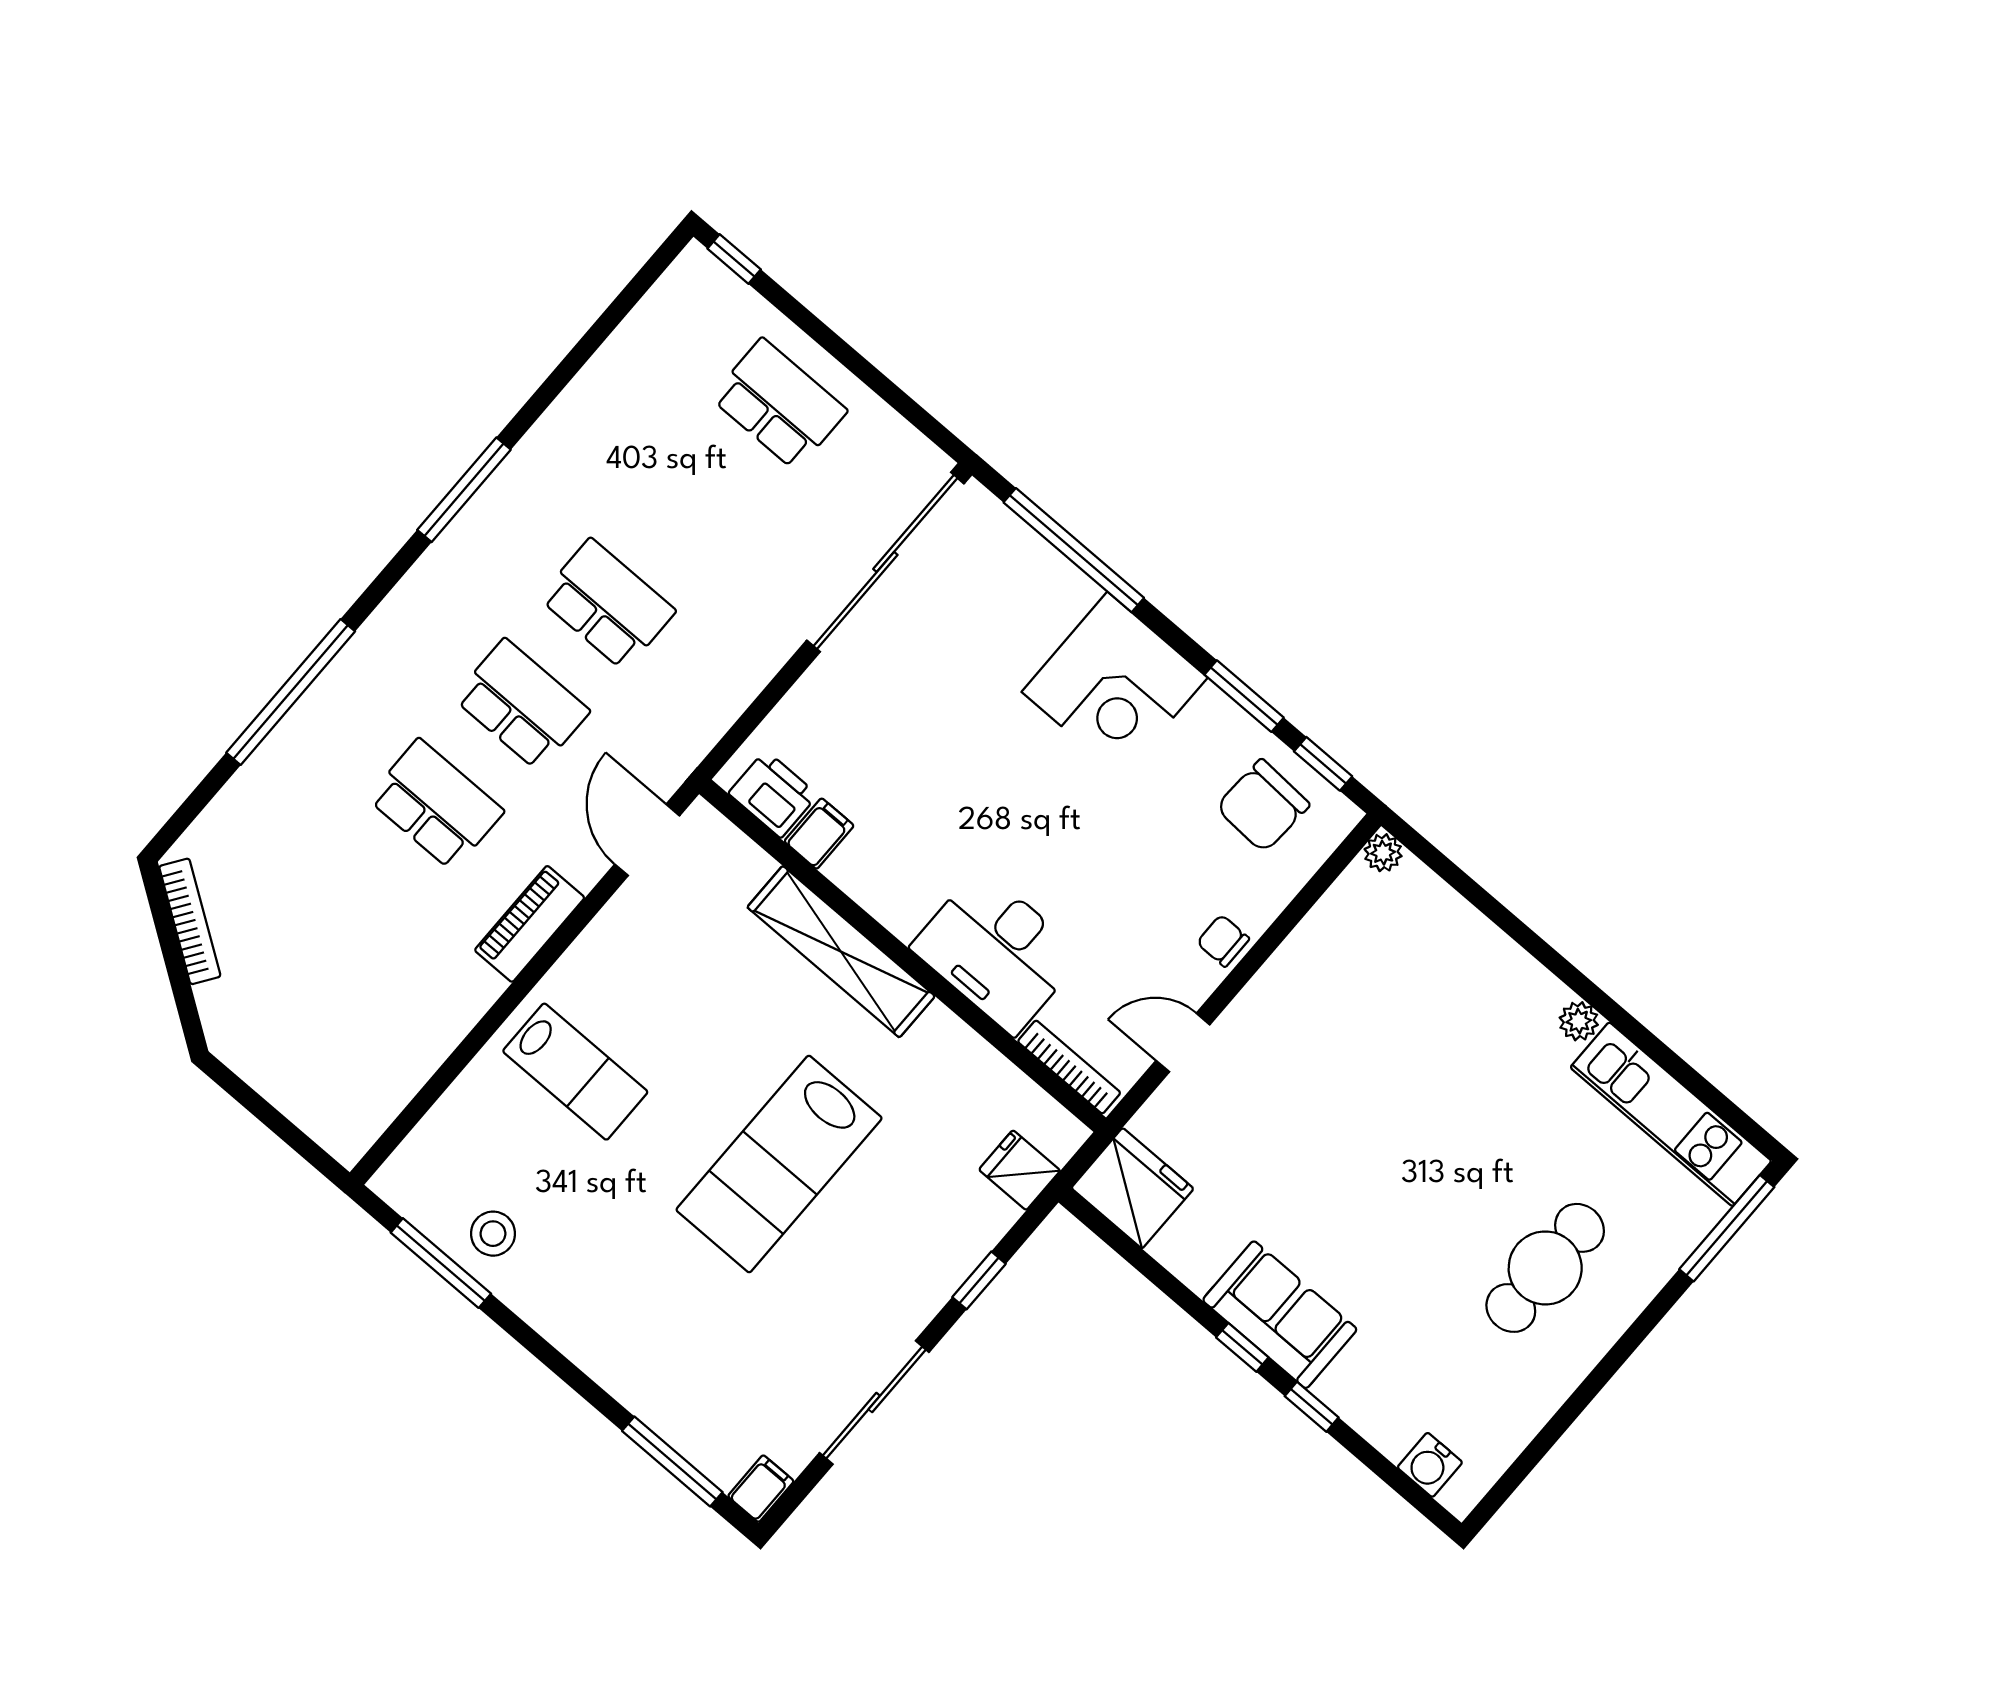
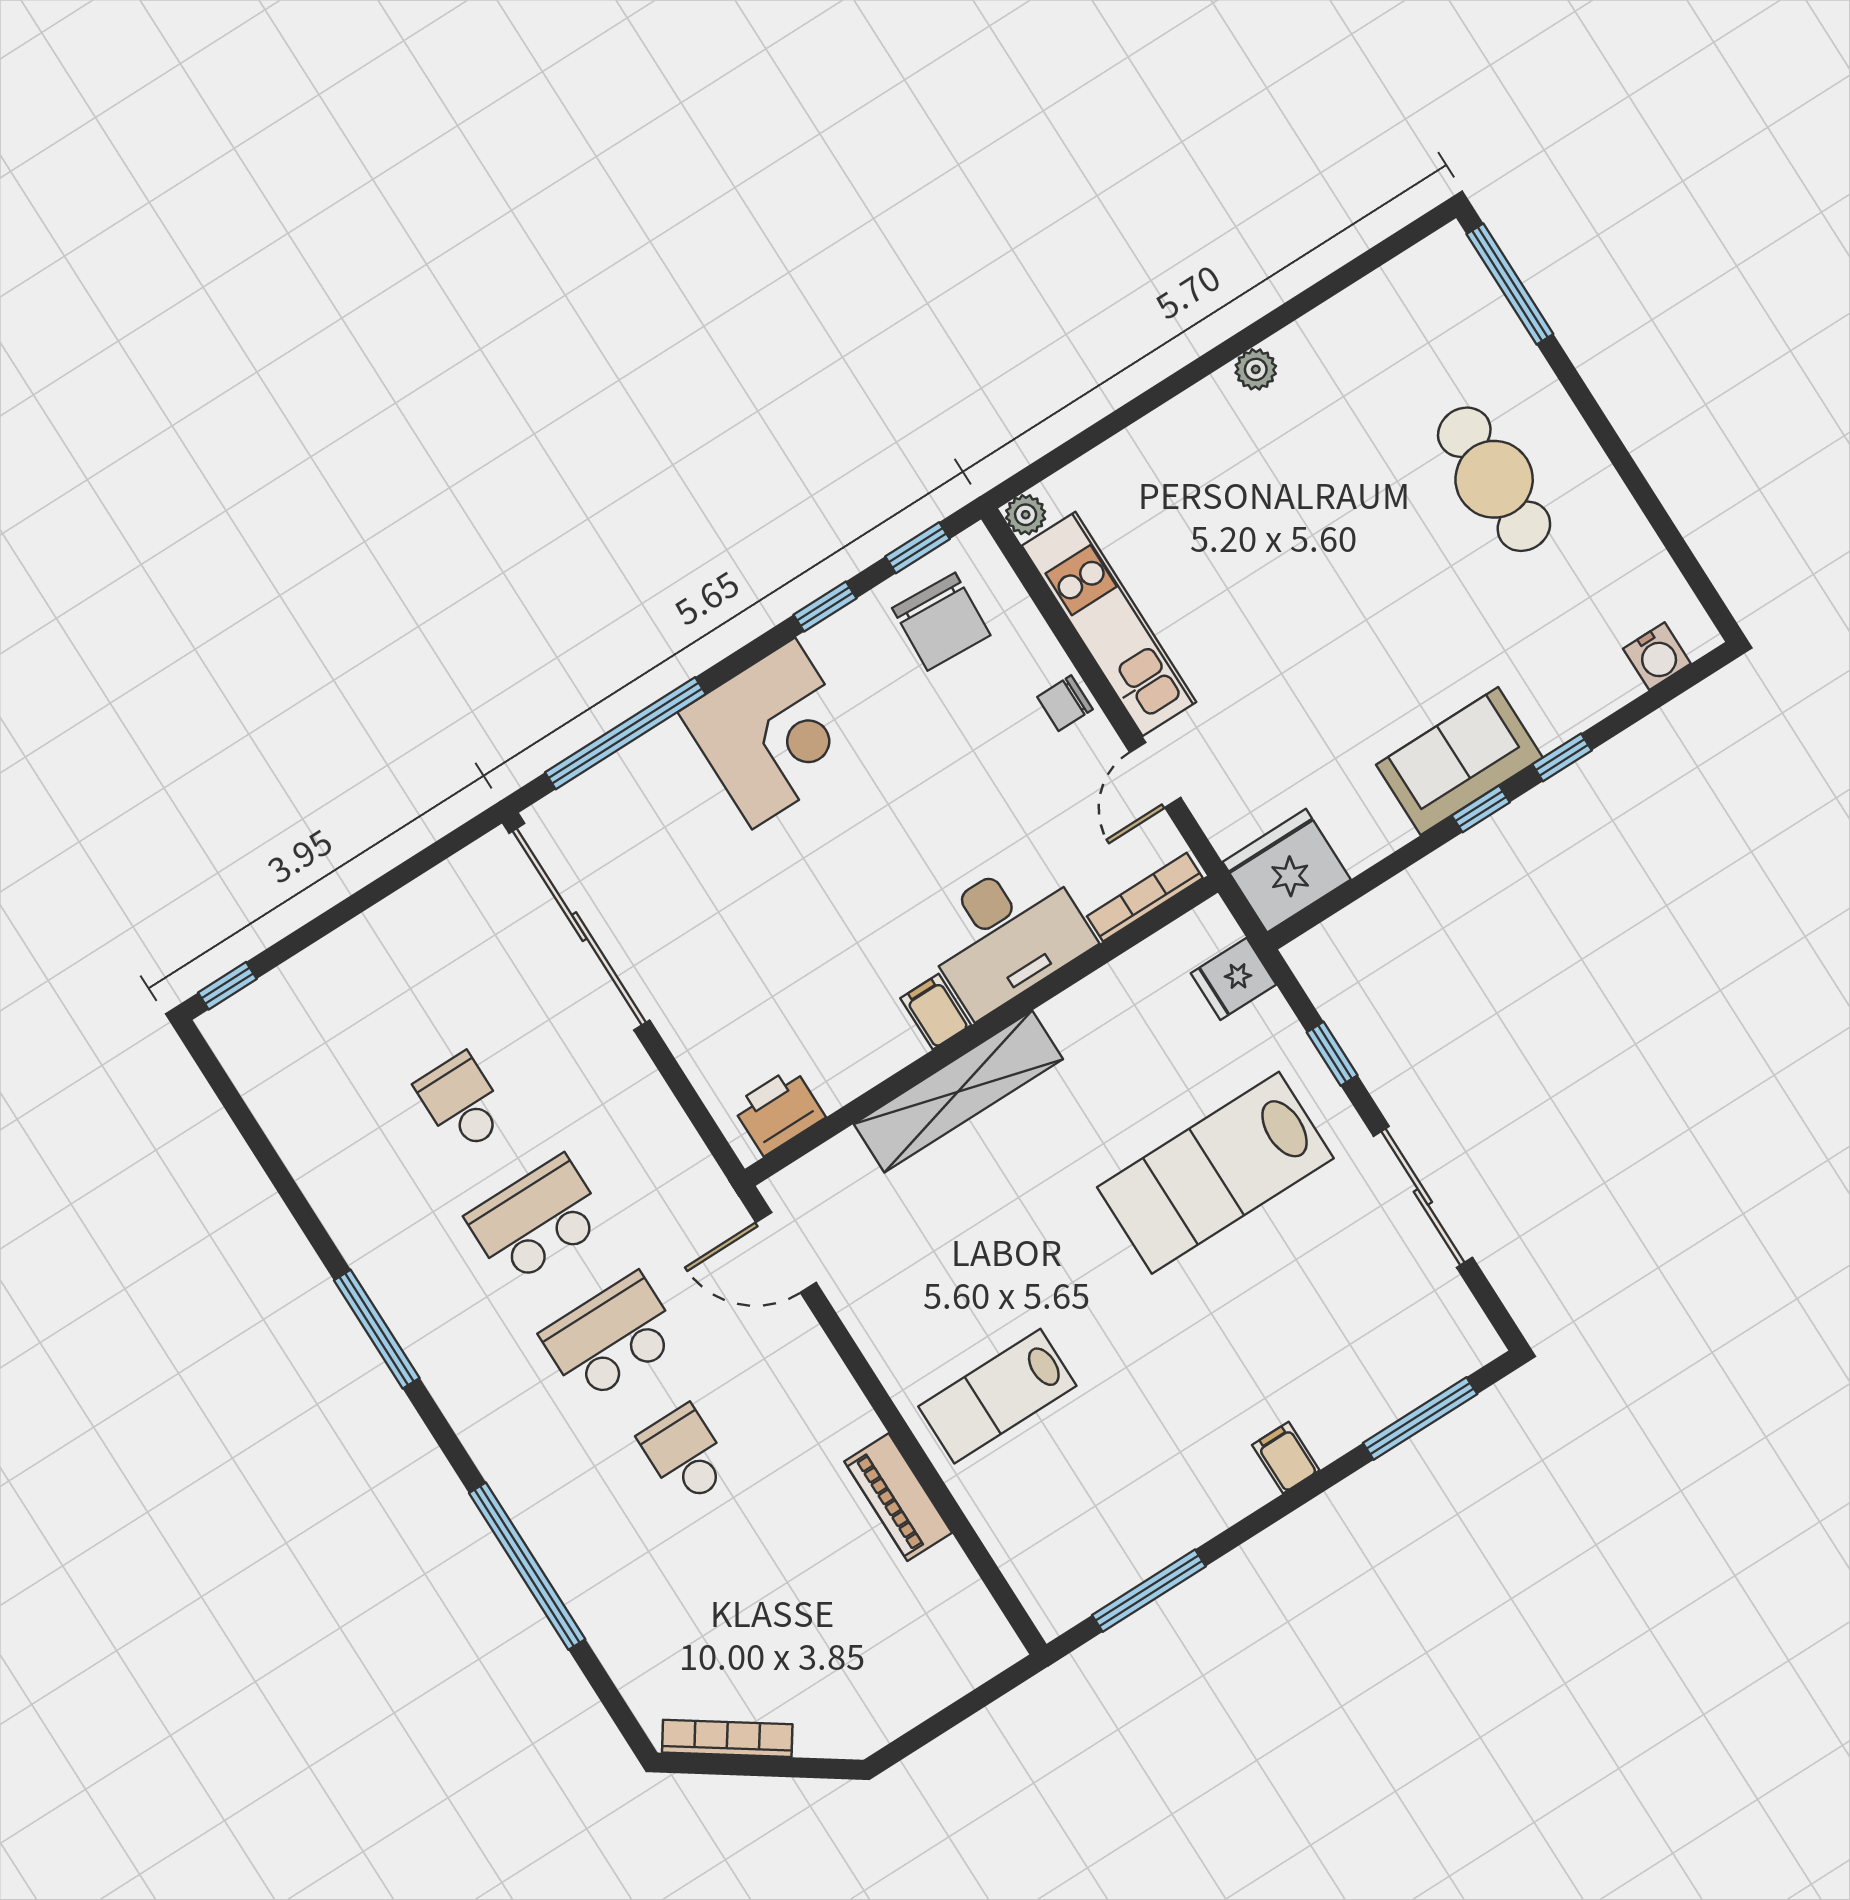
school desk: (779, 404) -> (462, 1103), moved, width x0.54
window: (1244, 696) -> (825, 606), width x0.67
school desk: (436, 805) -> (685, 1455), width x0.54
filing cabinet: (819, 834) -> (936, 1012), moved
piano: (530, 924) -> (898, 1497), moved
lab bench: (575, 1072) -> (997, 1396), turned 180
kitchen unit: (1671, 1114) -> (1109, 624), moved, turned -90
lab bench: (779, 1164) -> (1215, 1173), moved, turned 90
stool: (493, 1234) -> (1135, 1529), removed
filing cabinet: (761, 1489) -> (1286, 1458), moved

